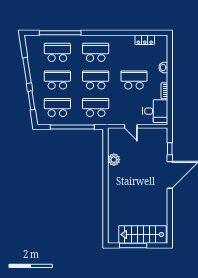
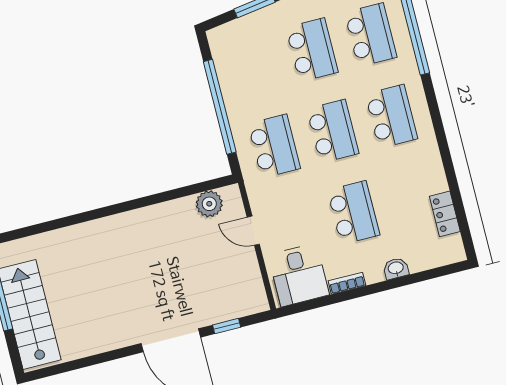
school desk: (57, 107) -> (253, 65), removed
door: (131, 126) -> (253, 231), hinge flipped
plant: (114, 160) -> (209, 204), moved

